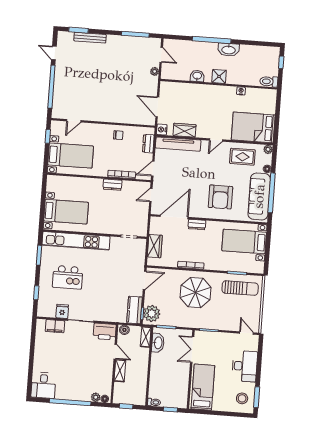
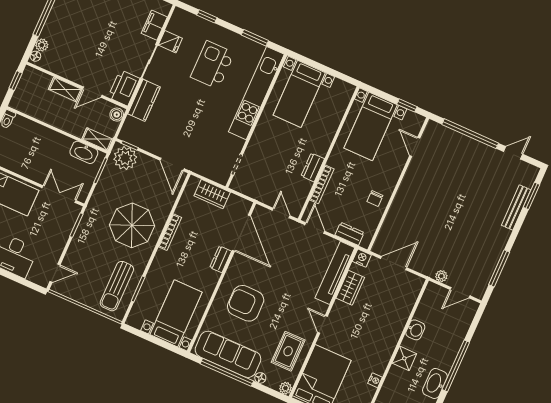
kitchen counter: (135, 310) -> (144, 100), moved, turned 90

